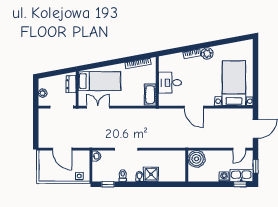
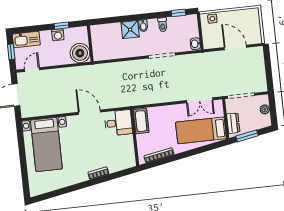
plant: (207, 53) -> (81, 176), removed
window: (60, 72) -> (247, 136), added
desk: (170, 83) -> (118, 123), moved
washing machine: (224, 177) -> (58, 35), moved
window: (240, 184) -> (62, 26), moved

